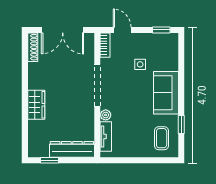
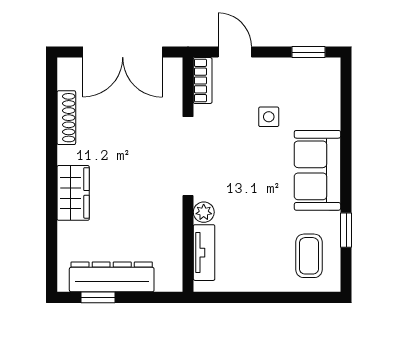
shoe rack: (33, 47) -> (66, 118), moved
dresser: (72, 149) -> (112, 277), moved

